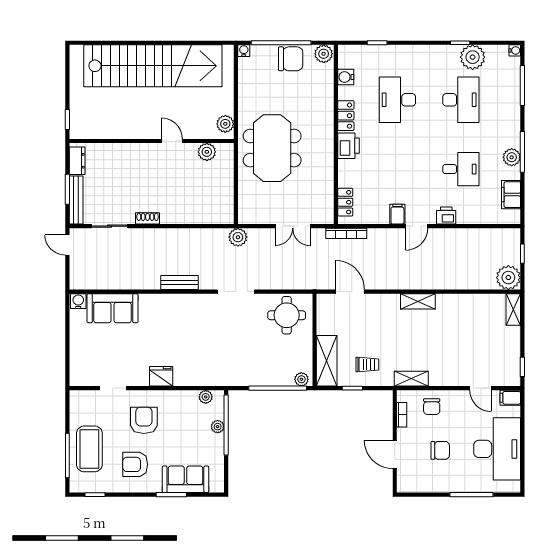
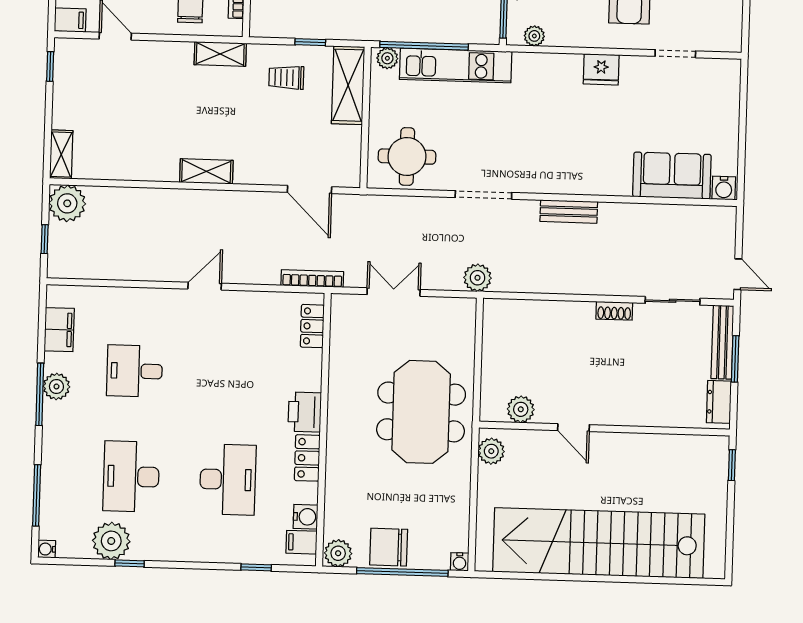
filing cabinet: (397, 214) -> (302, 542), moved, turned 90
printer: (446, 216) -> (159, 301), removed
kitchen unit: (257, 376) -> (456, 65), added

